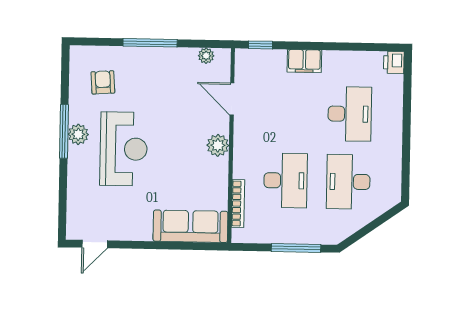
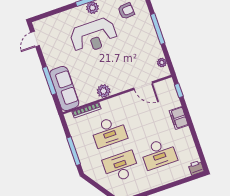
door: (232, 99) -> (143, 86), swing flipped
plant: (218, 145) -> (104, 91), moved
door: (95, 244) -> (35, 39), hinge flipped
window: (170, 246) -> (49, 81), added

